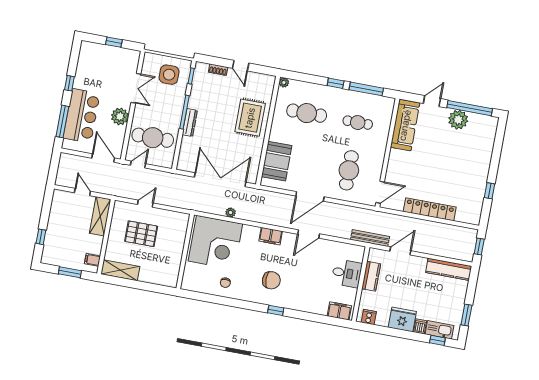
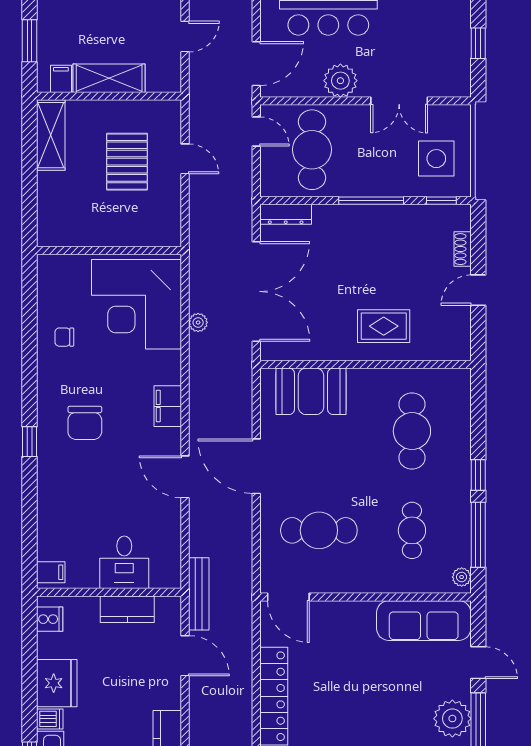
plant: (284, 82) -> (462, 577), moved
rug: (250, 118) -> (384, 326), width x0.73, depth x0.70
dresser: (190, 123) -> (286, 214), moved
shelving: (100, 216) -> (109, 78), moved
filing cabinet: (339, 311) -> (51, 572), width x0.50

